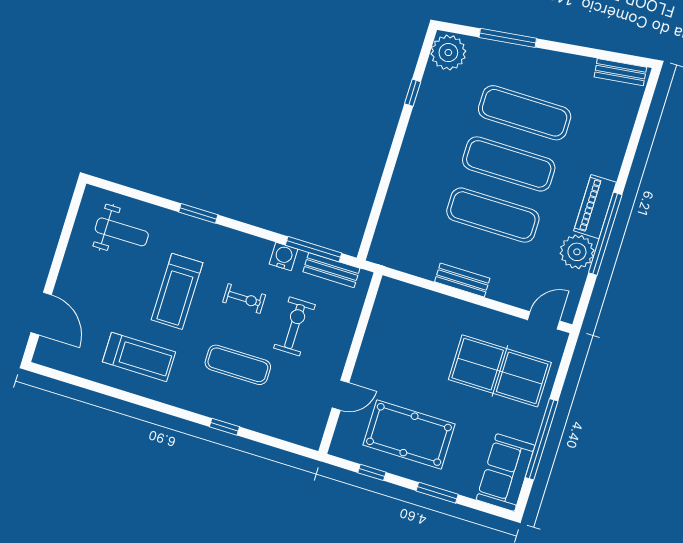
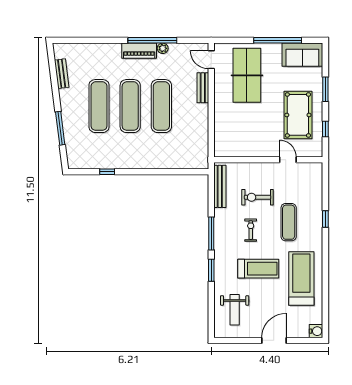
plant: (448, 53) -> (79, 159), removed
bench: (620, 72) -> (62, 74), moved
weight bench: (122, 232) -> (235, 310), turned 180
window: (314, 249) -> (211, 234), moved
plant: (577, 252) -> (163, 48), width x0.53, depth x0.53
water cooler: (284, 257) -> (316, 331), moved, turned 180
bench: (331, 270) -> (220, 186), width x1.36
bench: (462, 280) -> (203, 88), moved
door: (41, 314) -> (274, 340), moved
treadmill: (139, 357) -> (301, 279), width x1.37, depth x1.38

